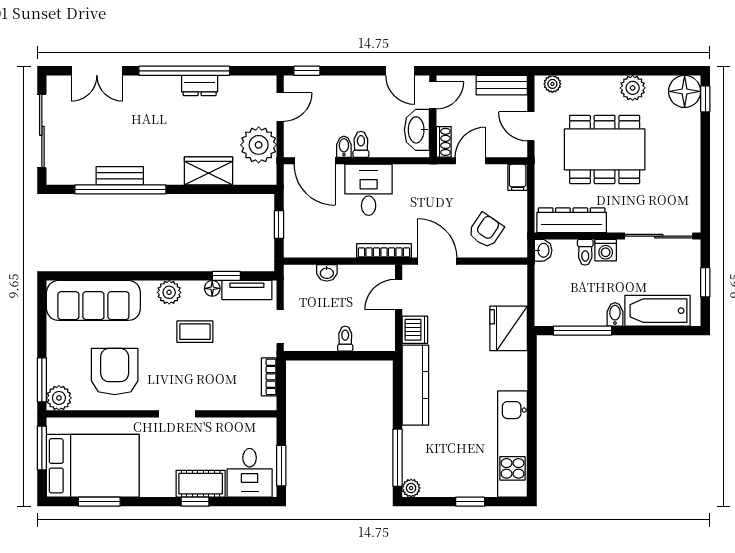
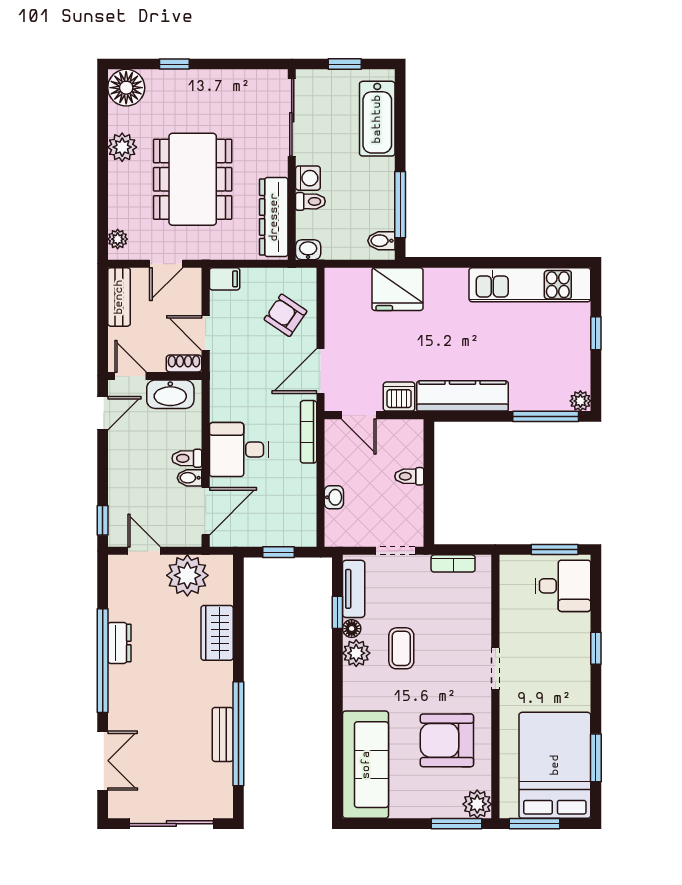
window: (705, 99) -> (174, 64), moved
plant: (169, 292) -> (356, 653), moved
bidet: (615, 314) -> (381, 241), moved
cot: (201, 484) -> (575, 642), removed

